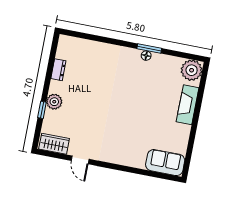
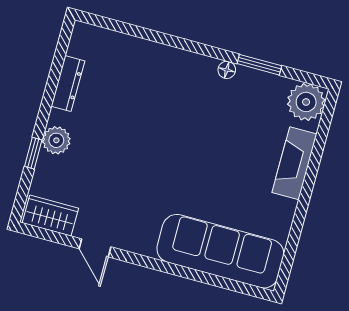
window: (149, 48) -> (259, 65), moved
dresser: (58, 70) -> (68, 84), width x1.44
sofa: (165, 163) -> (220, 251), width x1.85, depth x1.27

